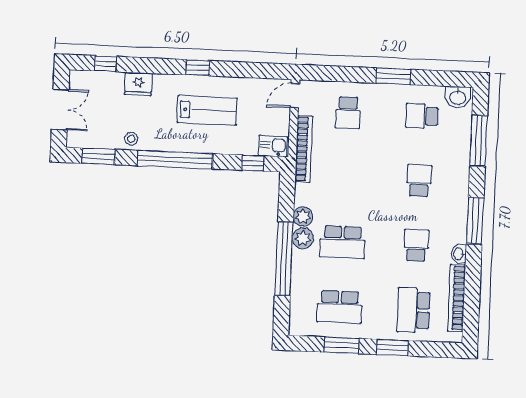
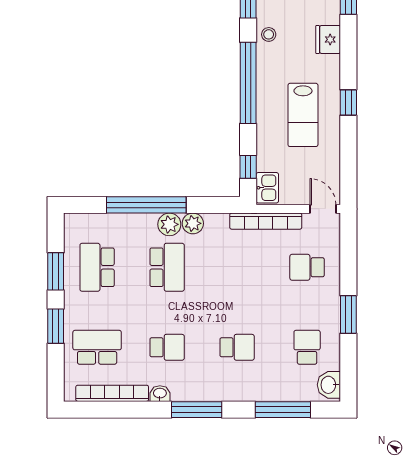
school desk: (342, 242) -> (167, 267), turned 180

